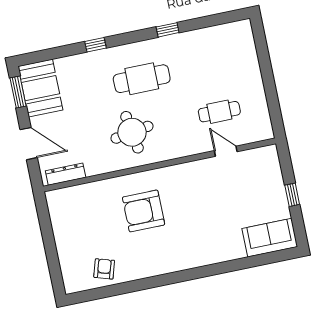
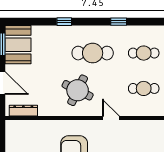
cafe table: (210, 65) -> (144, 53), added
round table: (132, 132) -> (78, 90), turned 35
door: (226, 151) -> (111, 118), moved

